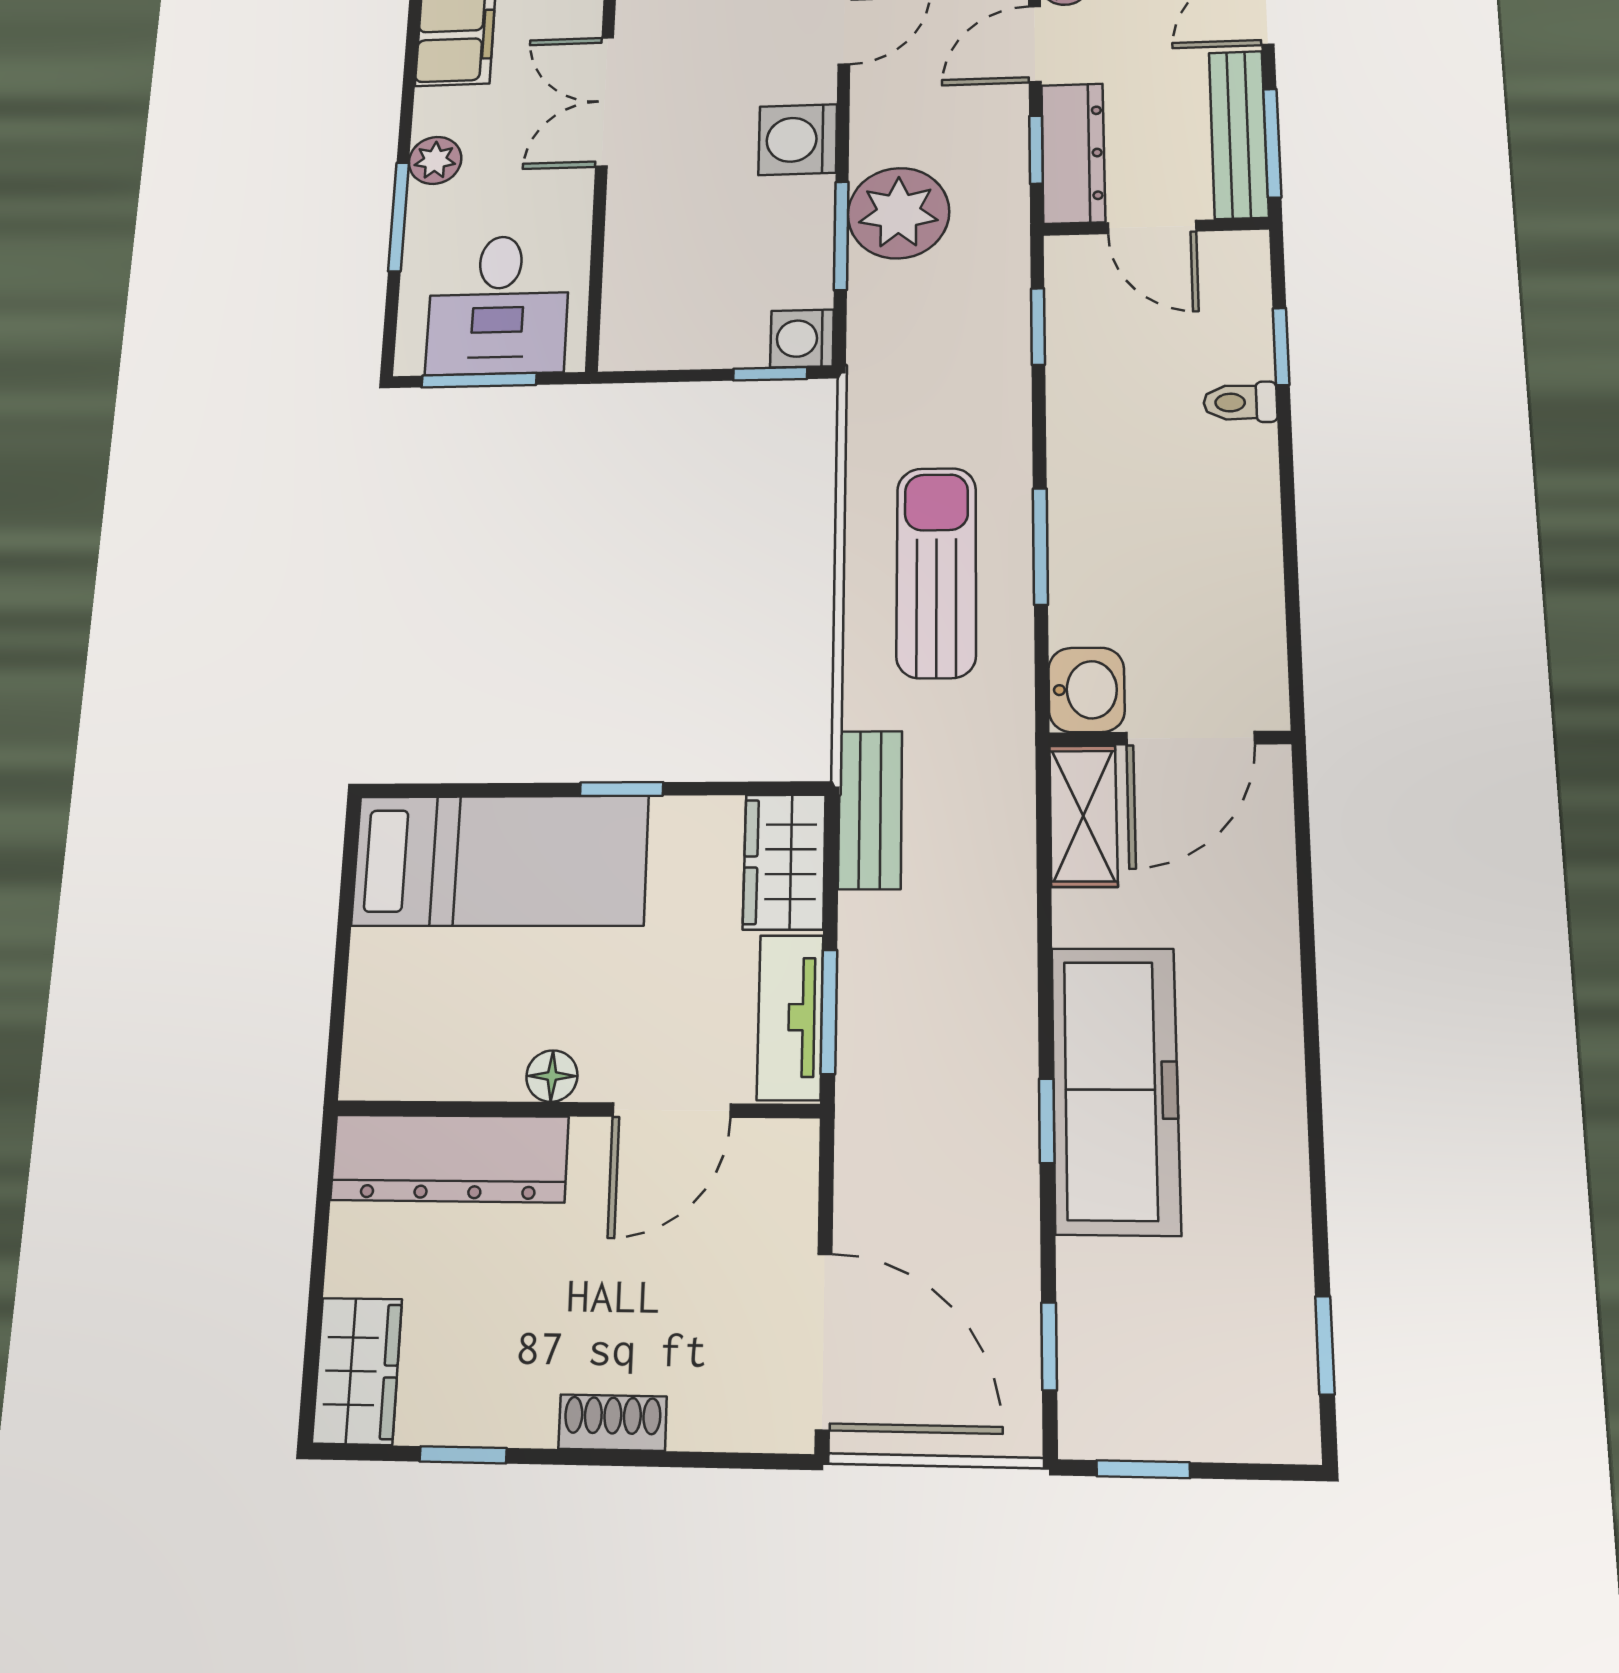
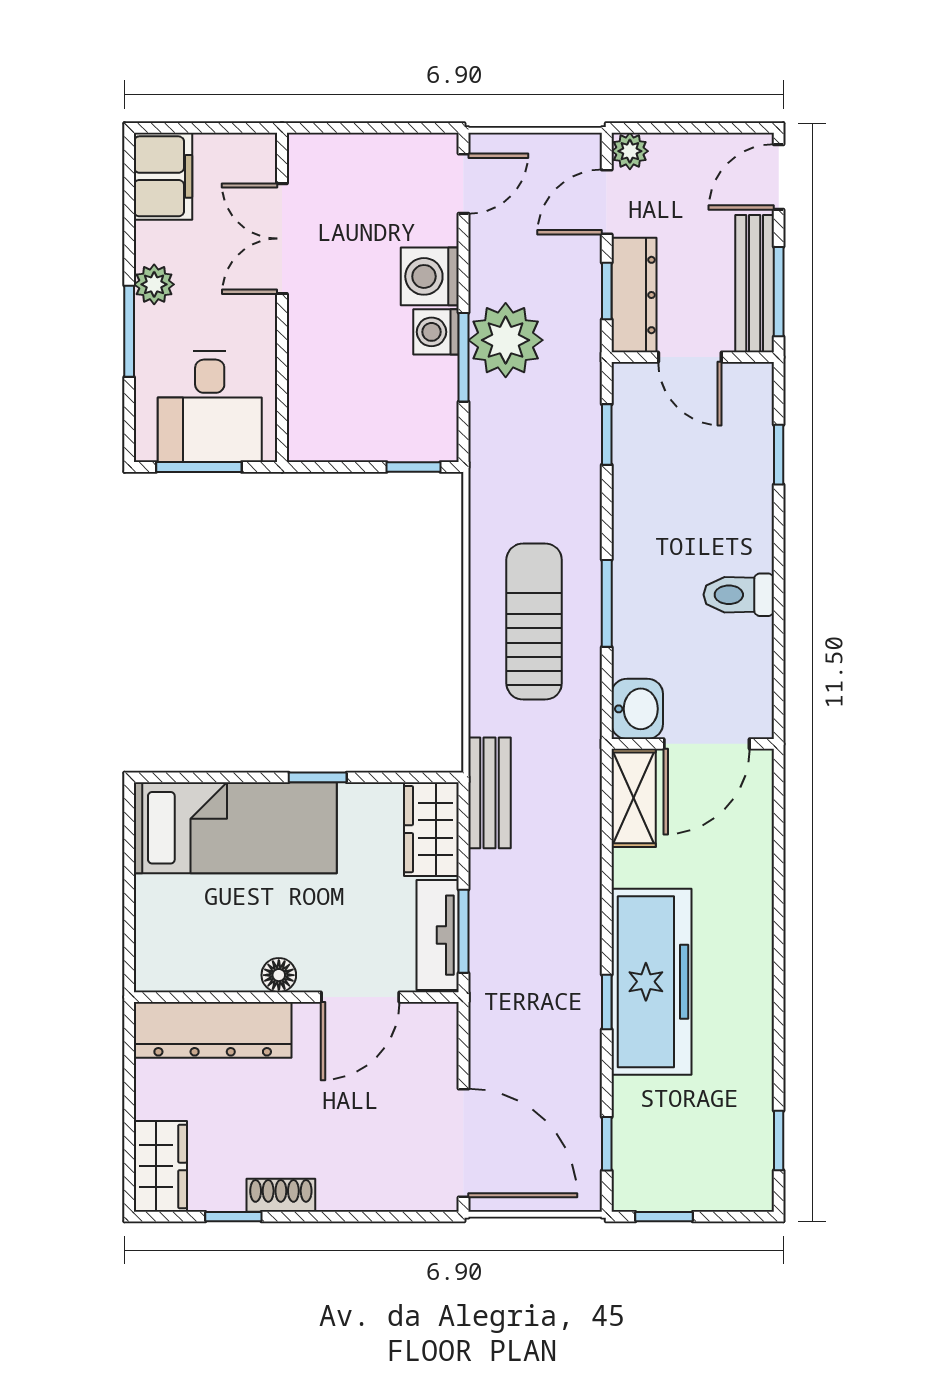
washing machine: (802, 338) -> (436, 332), moved
toilet: (1240, 402) -> (739, 595), moved, width x1.37, depth x1.39
shoe rack: (613, 1423) -> (281, 1195), moved

